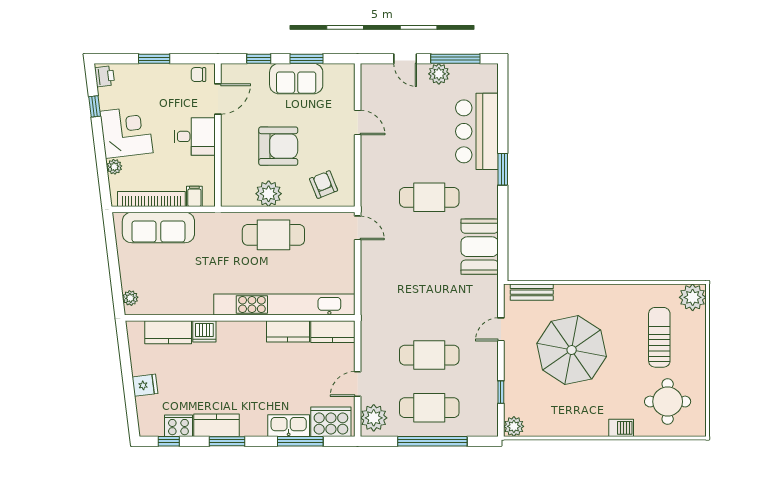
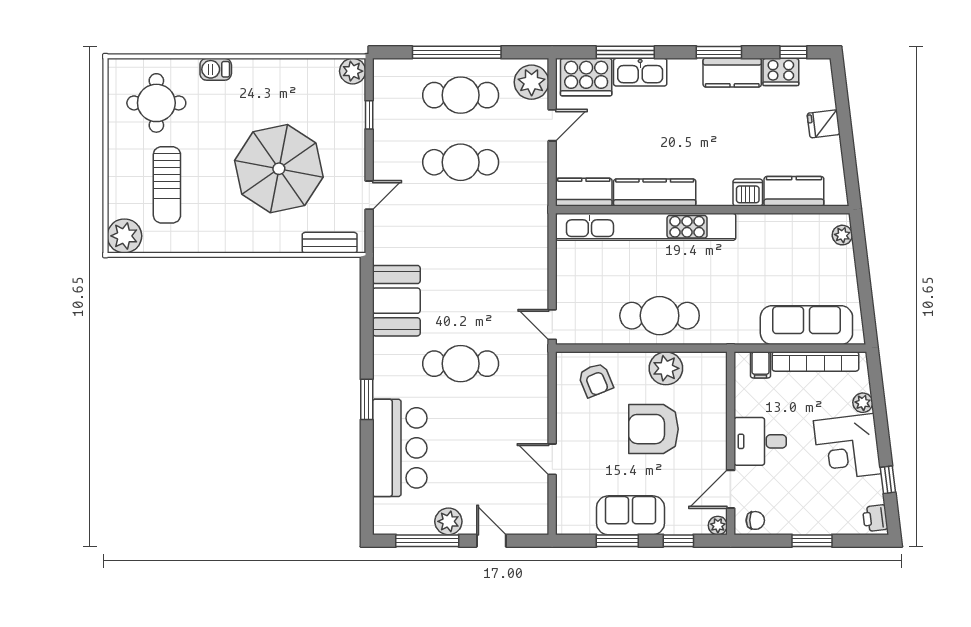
plant: (228, 71) -> (718, 525), added
kitchen counter: (288, 331) -> (655, 192), width x1.50

